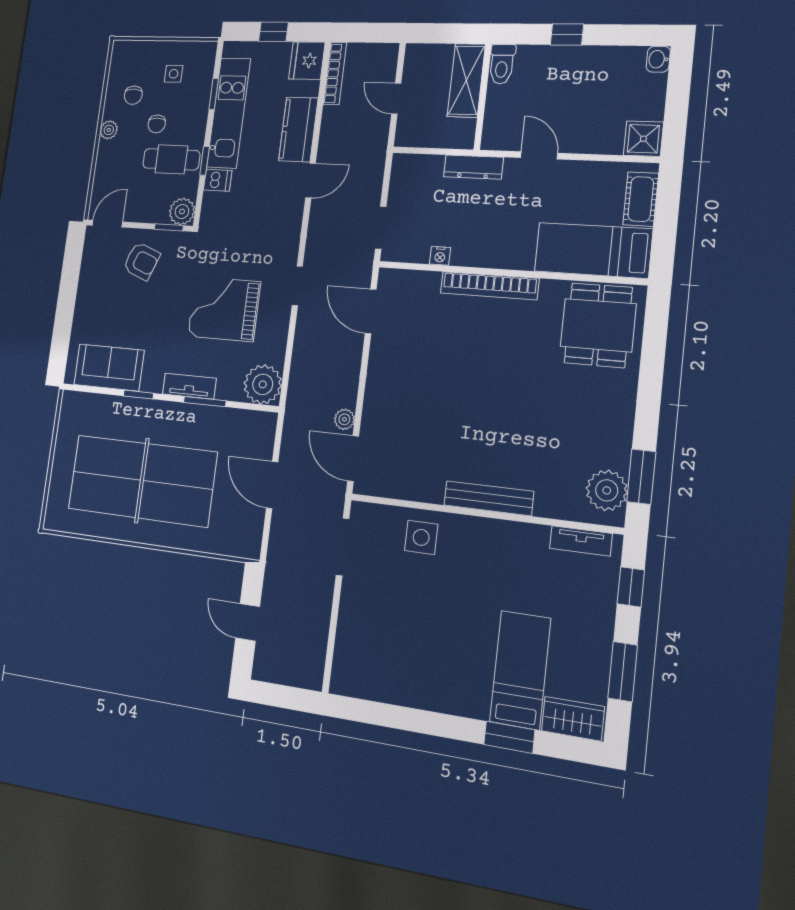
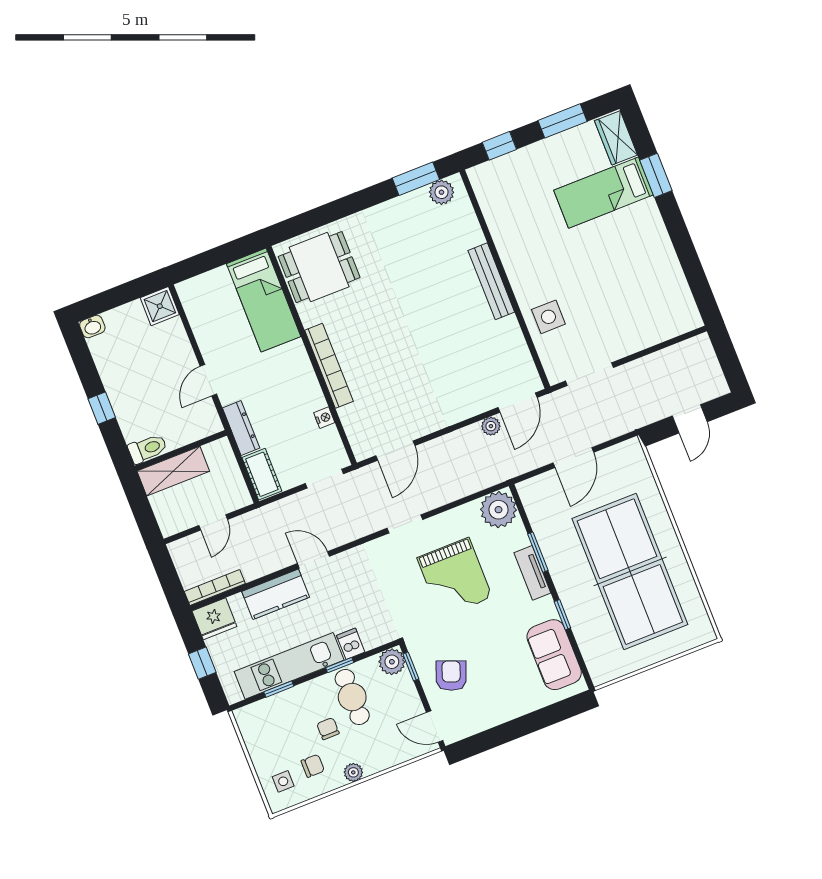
side table: (174, 74) -> (283, 781), moved
chair: (157, 124) -> (328, 729), turned -90
cot: (641, 199) -> (262, 474), moved, turned 90
plant: (607, 490) -> (442, 192), width x0.73, depth x0.73
tv unit: (581, 541) -> (486, 198), removed

